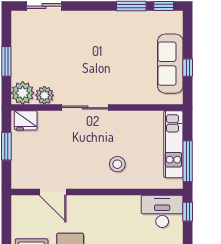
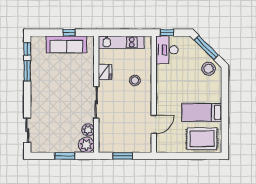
fridge: (26, 120) -> (105, 72), moved
window: (188, 161) -> (133, 33), removed

